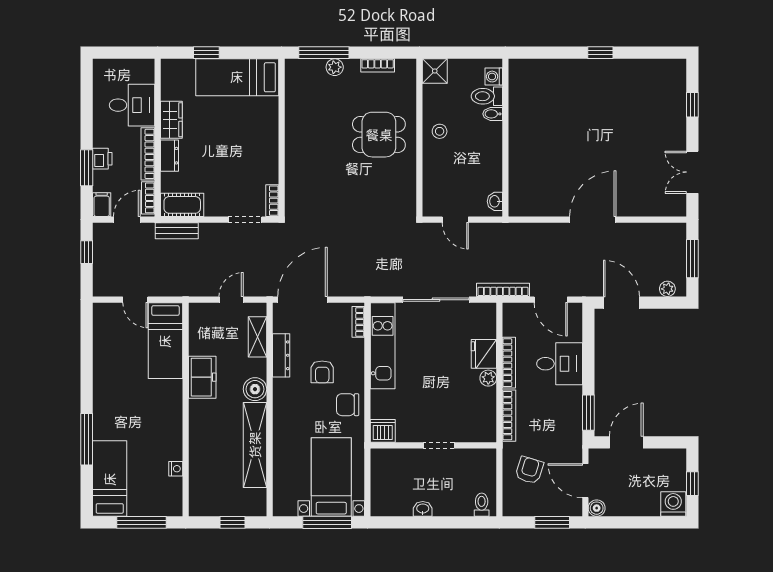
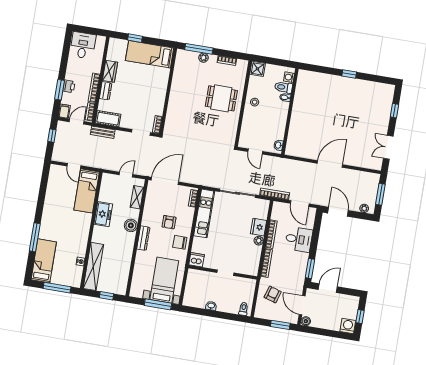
desk: (132, 105) -> (83, 45), moved, turned -90
dresser: (281, 355) -> (143, 238), moved
shelving: (255, 445) -> (93, 266), moved

